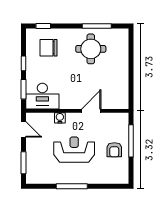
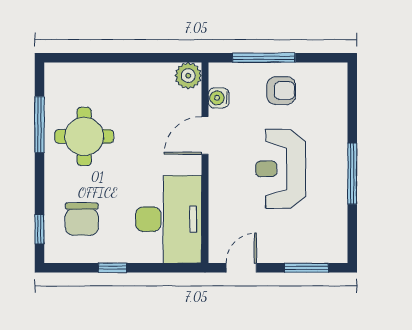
window: (24, 89) -> (163, 268), removed
desk: (42, 96) -> (169, 219), width x1.36, depth x1.30
plant: (122, 102) -> (188, 76), added
door: (91, 111) -> (205, 135), hinge flipped
water cooler: (60, 118) -> (219, 98), moved

